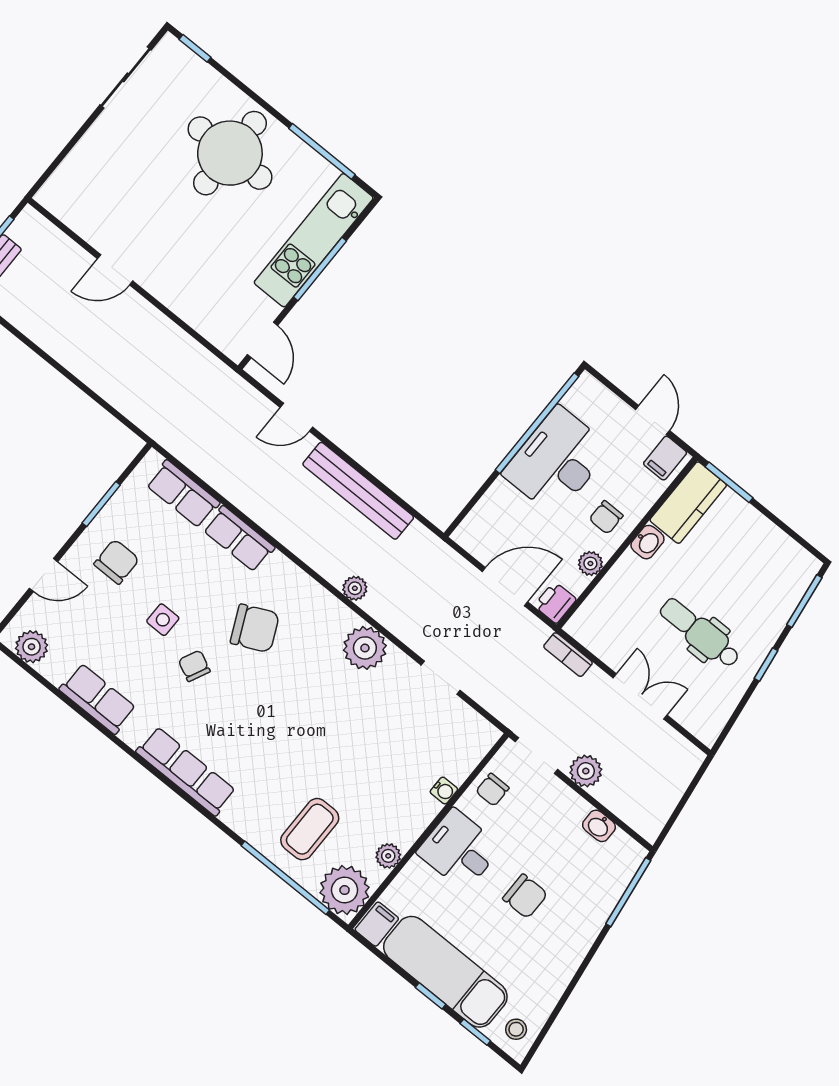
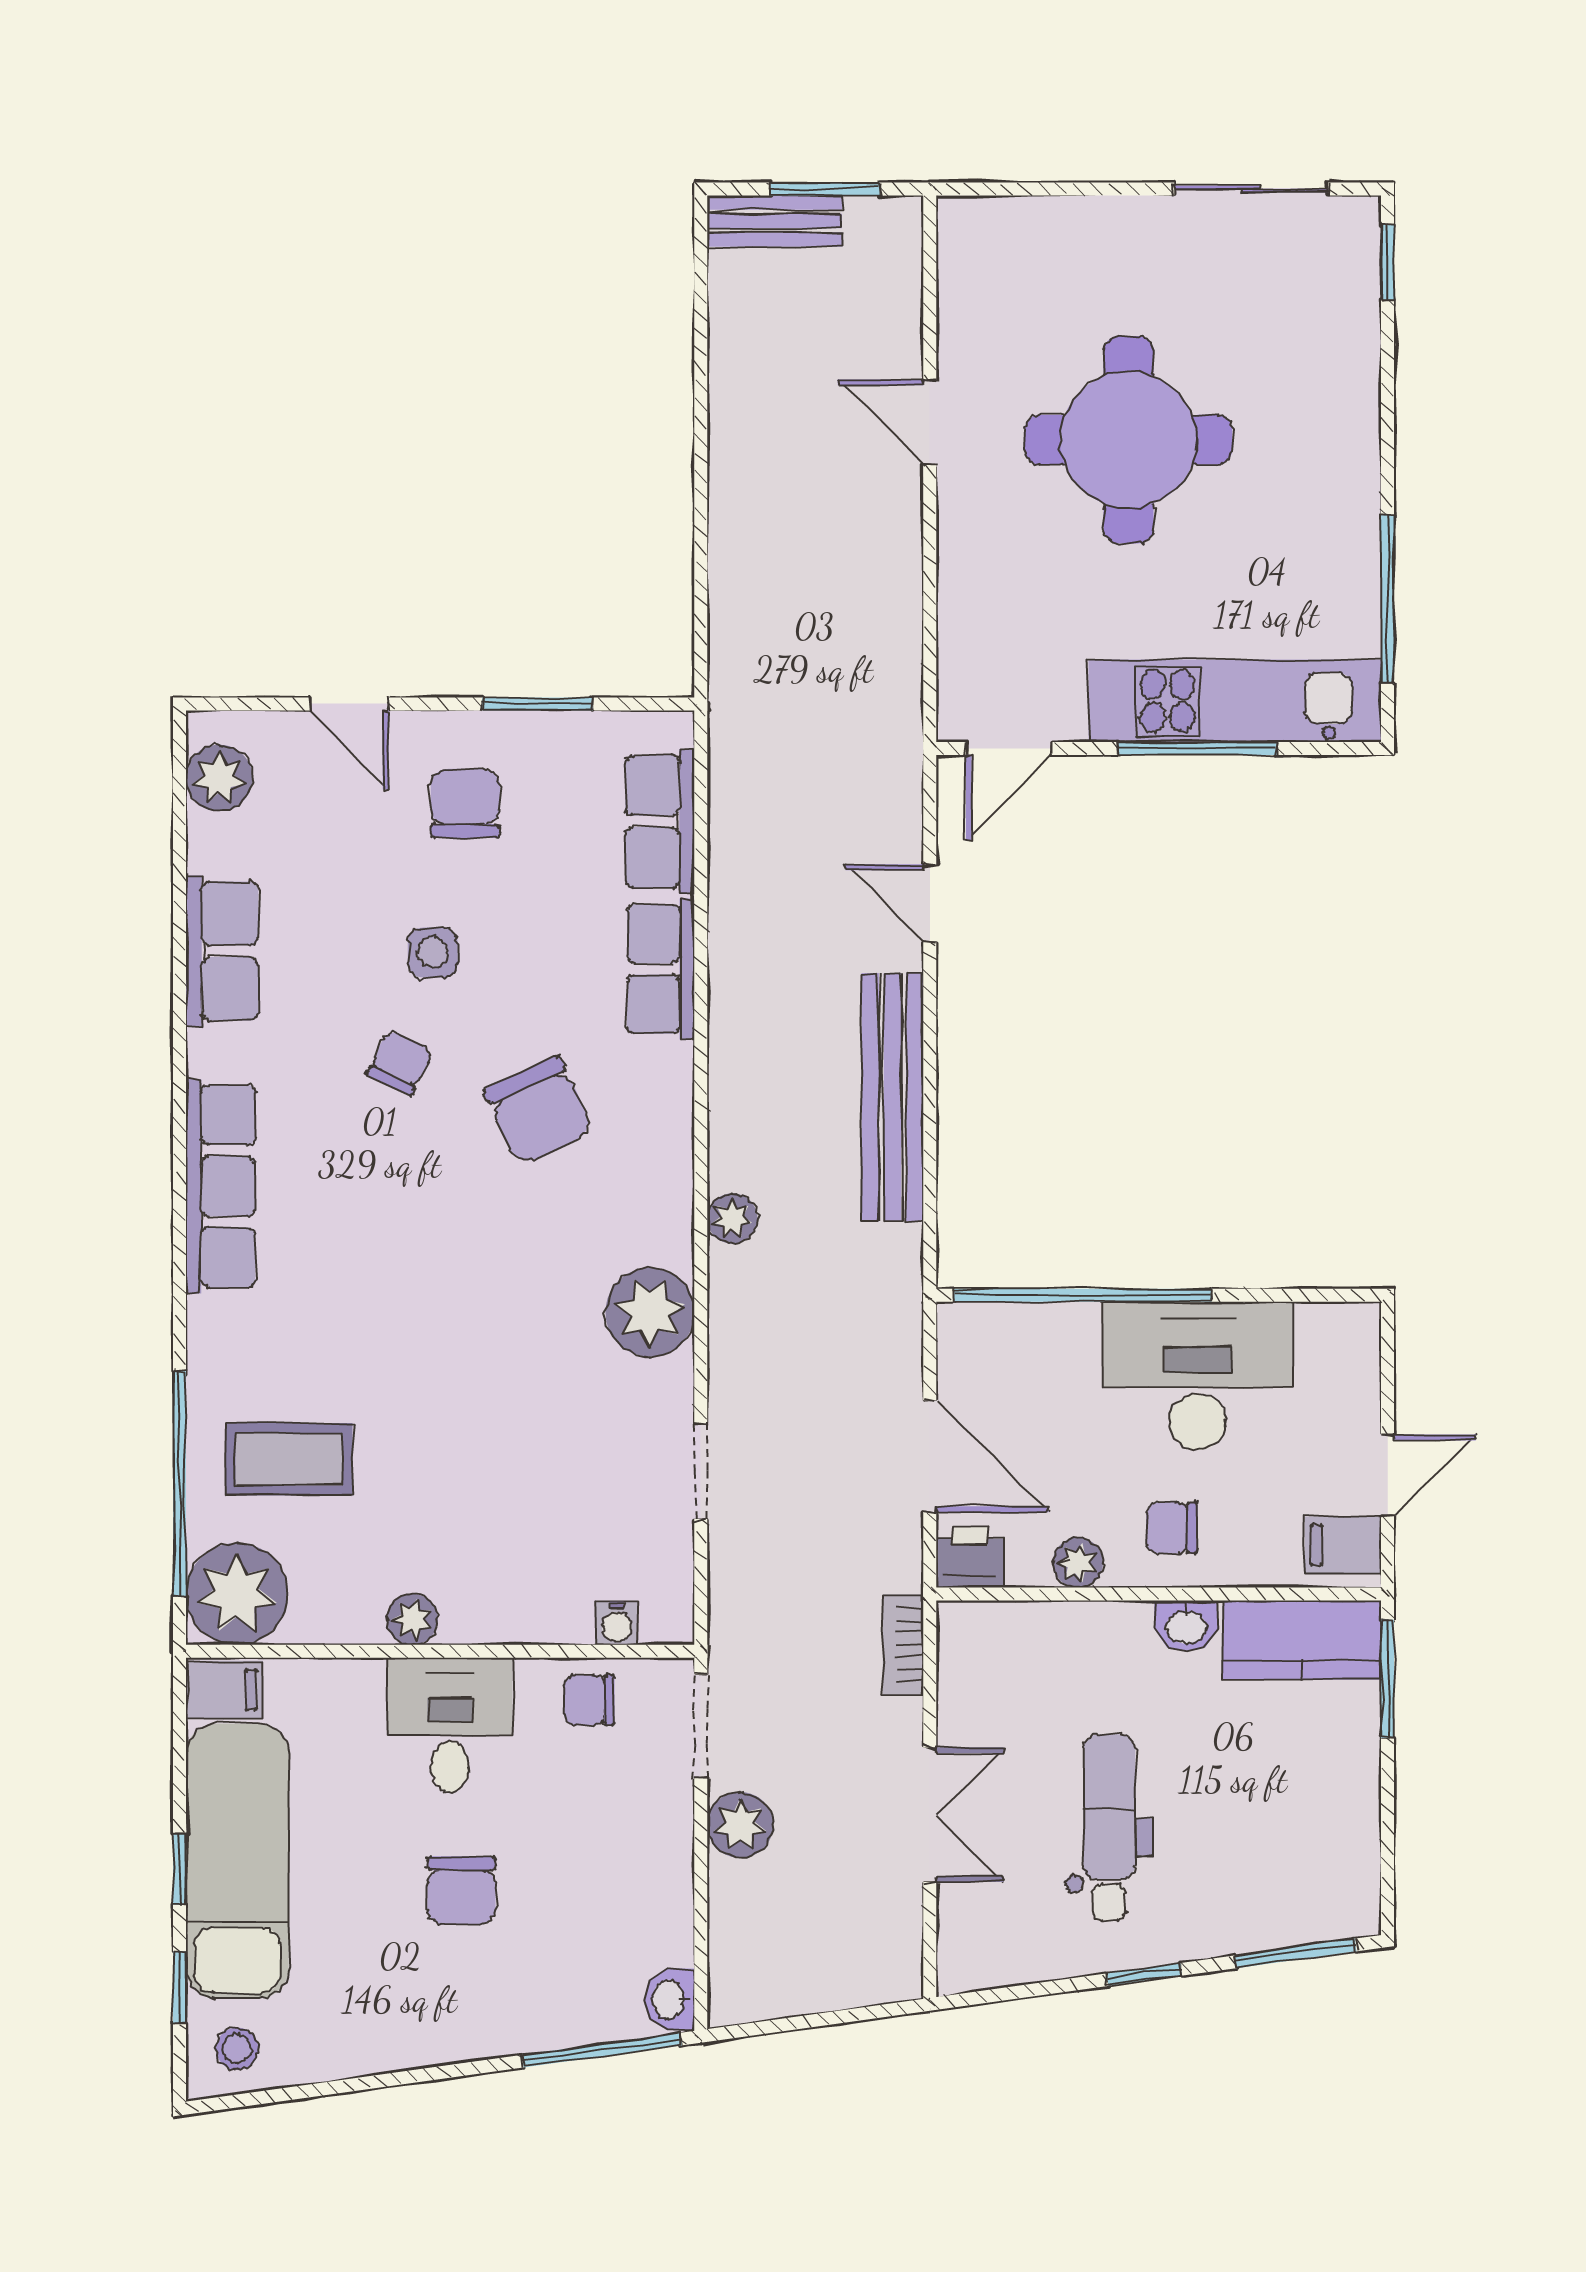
round table: (230, 153) -> (1129, 440), moved
window: (537, 423) -> (1082, 1295), moved
chair: (117, 562) -> (465, 803), turned -90
water cooler: (444, 791) -> (617, 1623), moved
washbasin: (599, 826) -> (670, 1999), moved
plant: (388, 856) -> (412, 1619), moved

